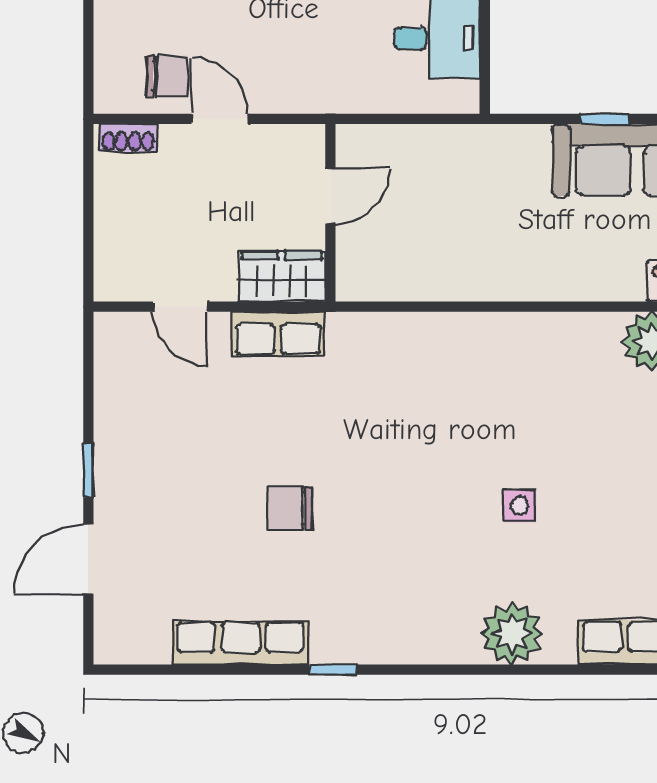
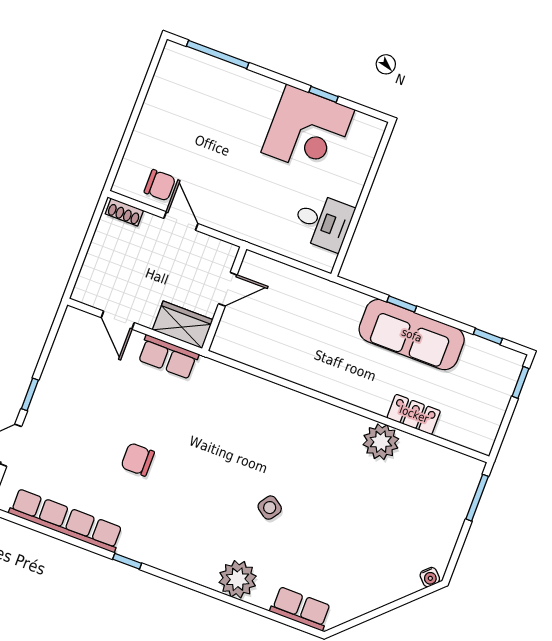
side table: (520, 506) -> (270, 508), turned 35
row of seats: (240, 643) -> (66, 521), width x1.36

